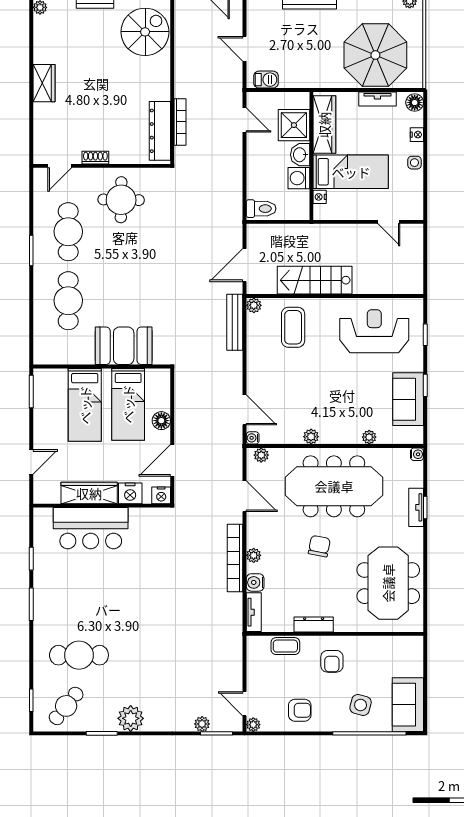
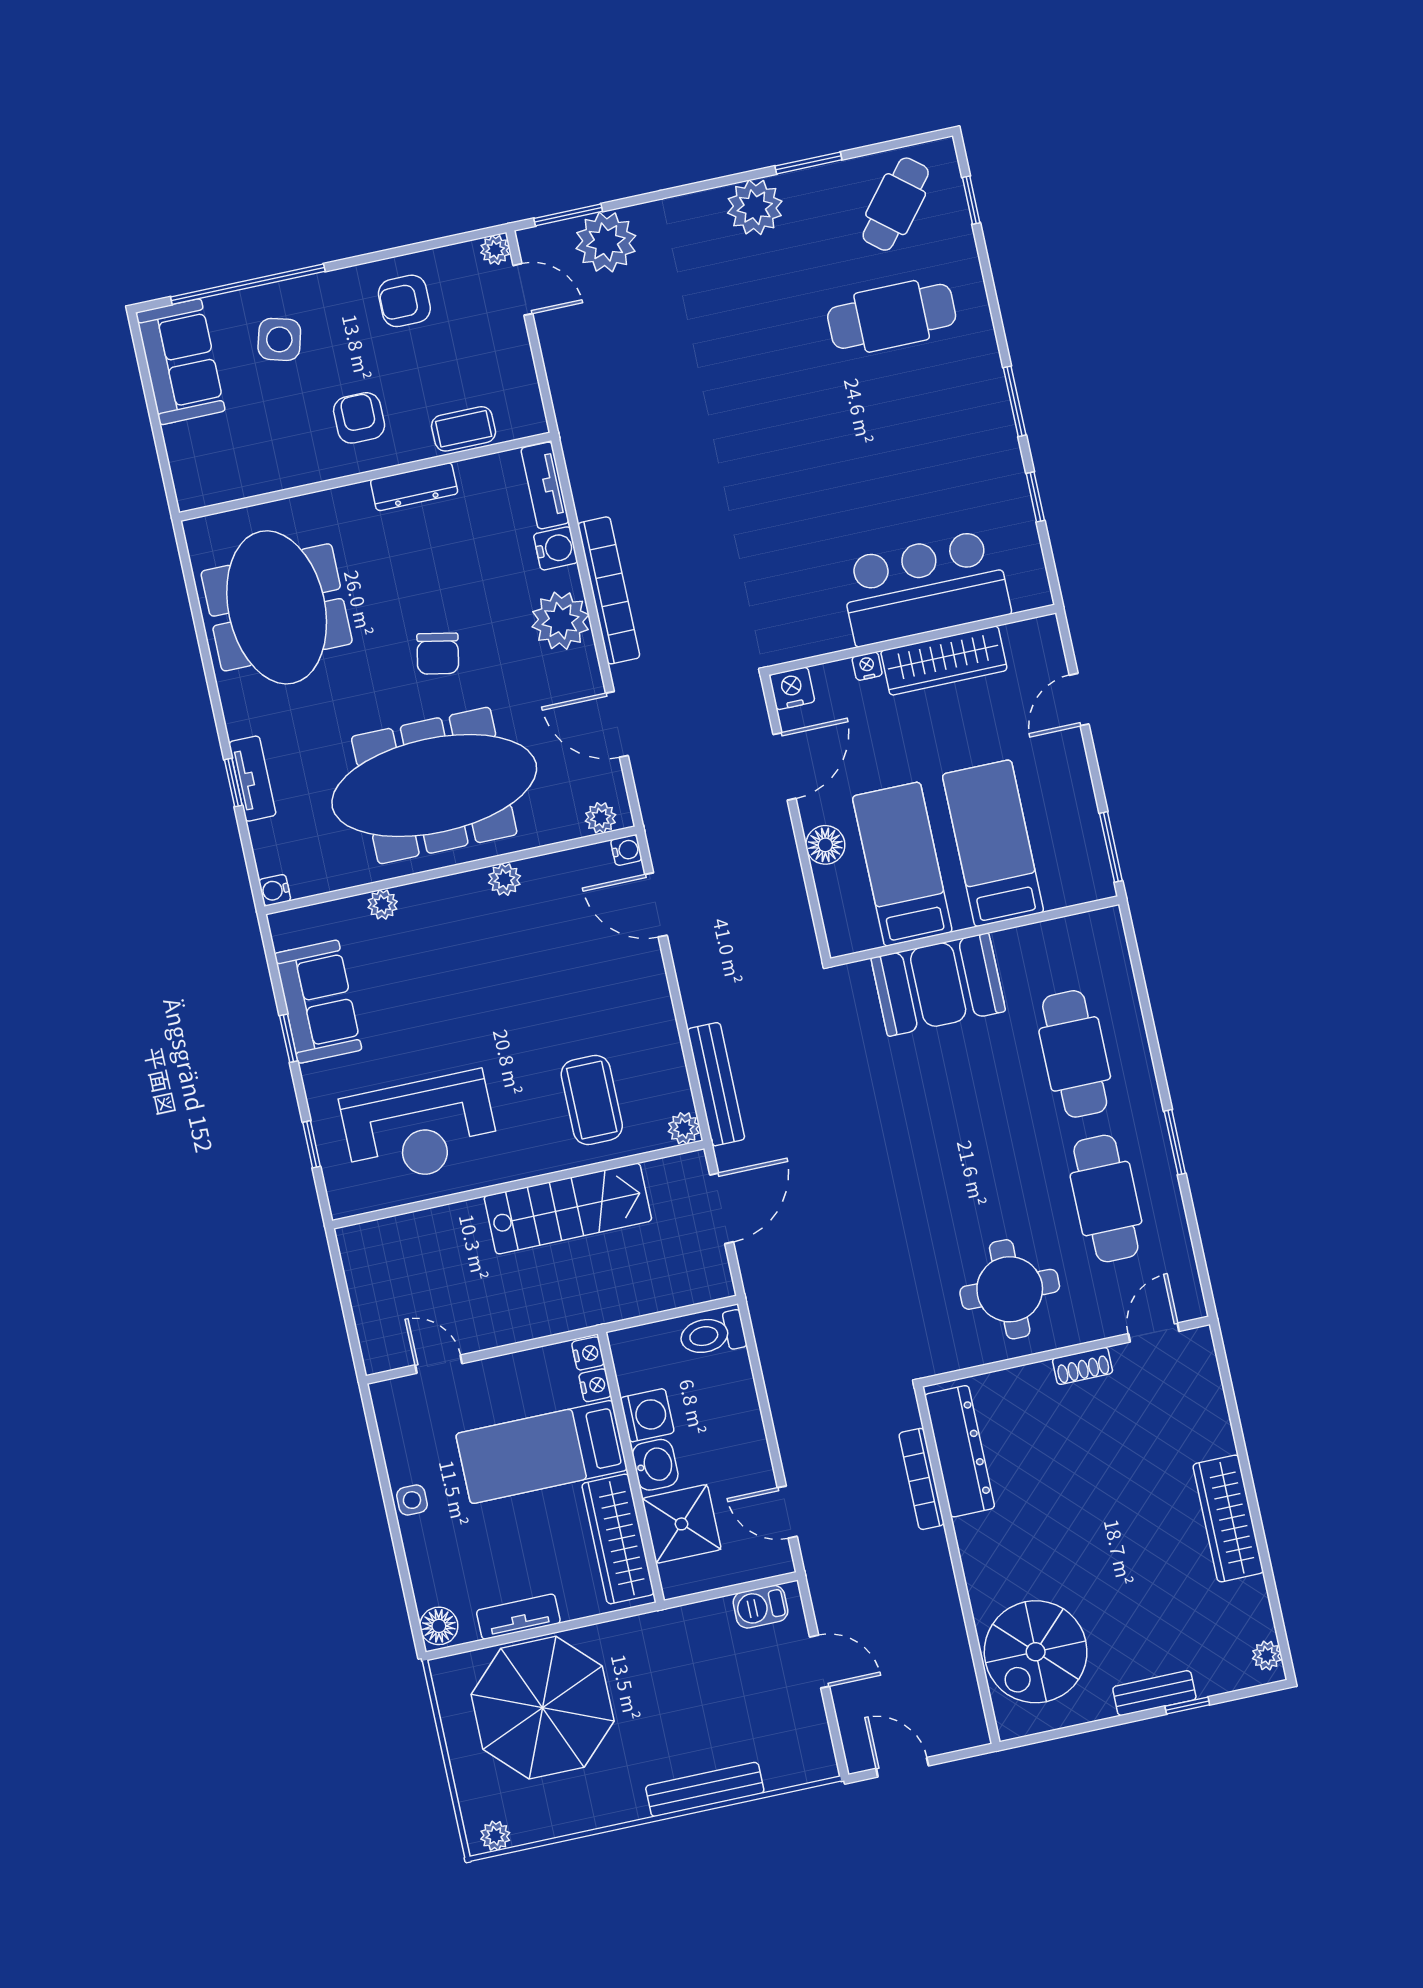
wardrobe: (44, 83) -> (1228, 1518), width x1.50
nightstand: (417, 135) -> (588, 1353), moved, turned 180
nightstand: (130, 493) -> (867, 666), width x0.53, depth x0.56
plant: (254, 555) -> (561, 621), width x1.88, depth x1.88
plant: (202, 724) -> (606, 242), width x1.88, depth x1.88

